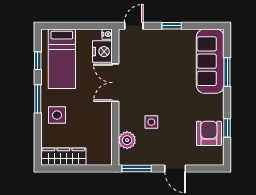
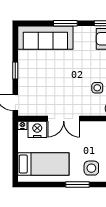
window: (38, 61) -> (45, 184), removed
window: (227, 72) -> (65, 23), moved

